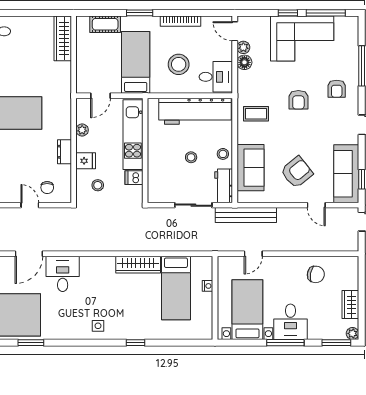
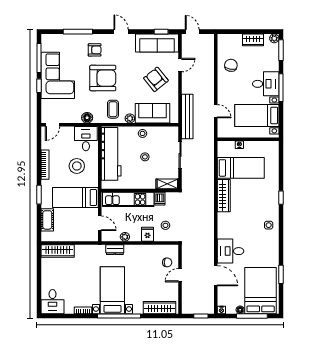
plant: (243, 47) -> (130, 118), moved
floor lamp: (244, 62) -> (87, 118), moved
armchair: (298, 100) -> (103, 78), width x1.88, depth x1.88
dresser: (65, 152) -> (115, 250), moved
workbench: (224, 186) -> (166, 133), removed
shelving: (154, 188) -> (167, 184), added

